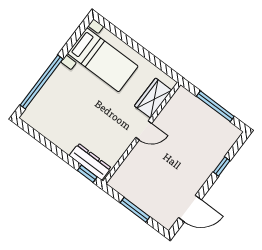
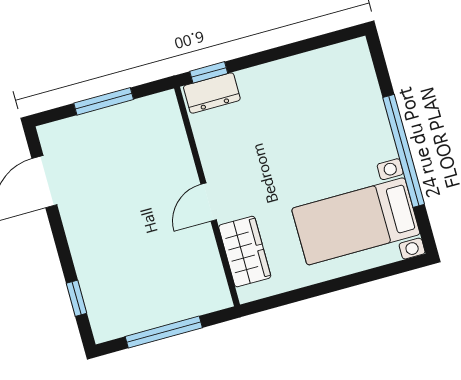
window: (41, 82) -> (404, 151), moved
dresser: (90, 162) -> (212, 93), width x0.70
window: (222, 166) -> (76, 298), moved

